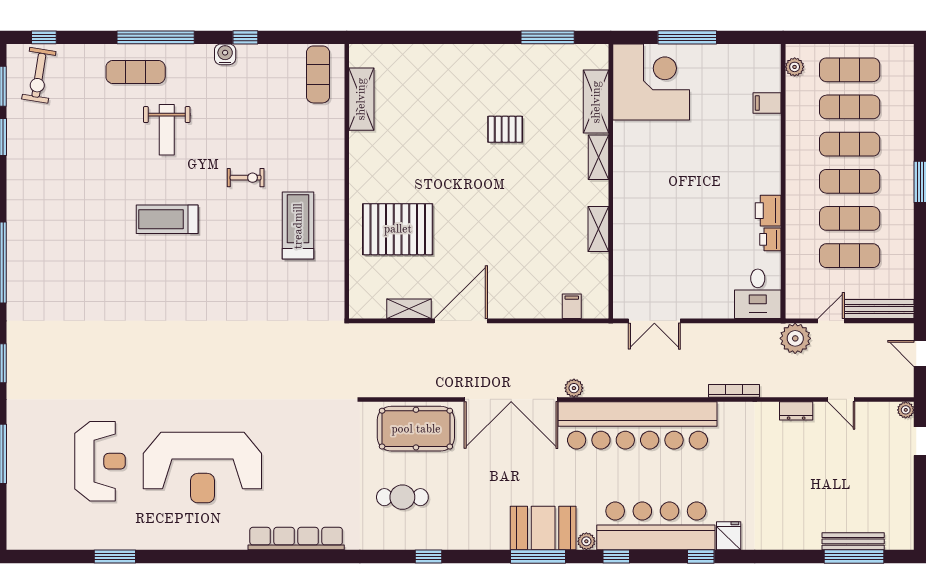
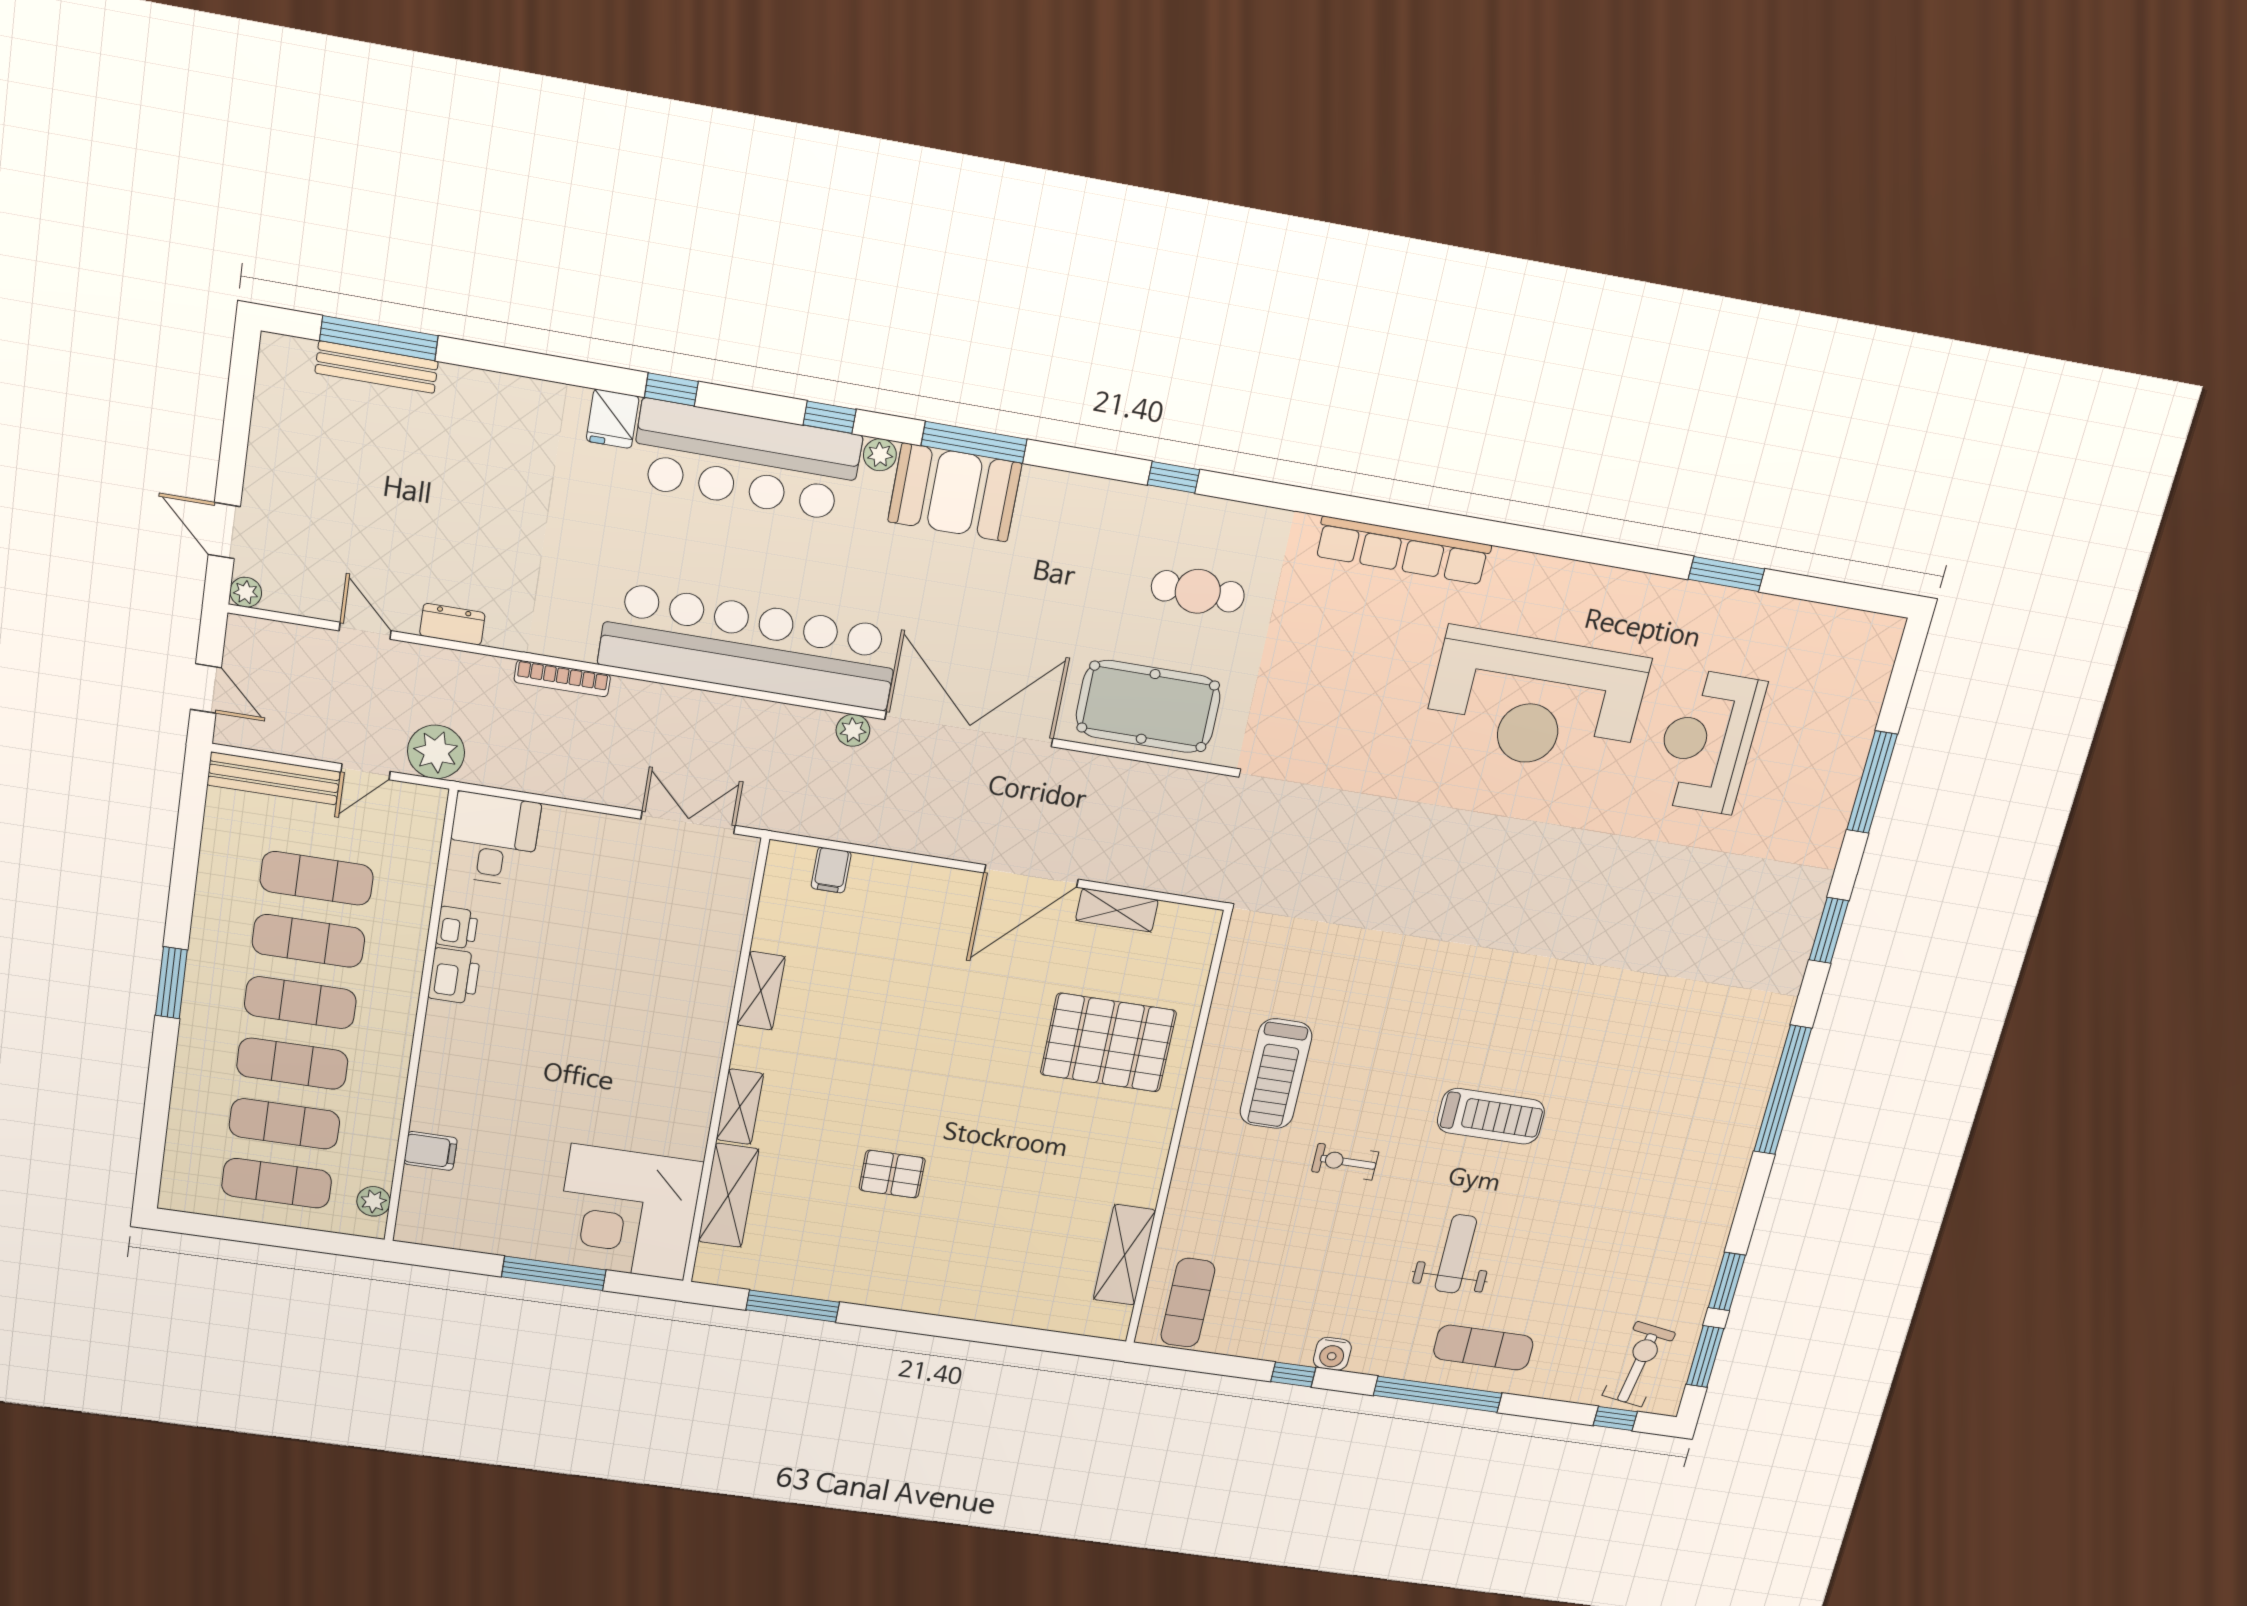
reception desk: (202, 468) -> (1536, 702), turned 180

